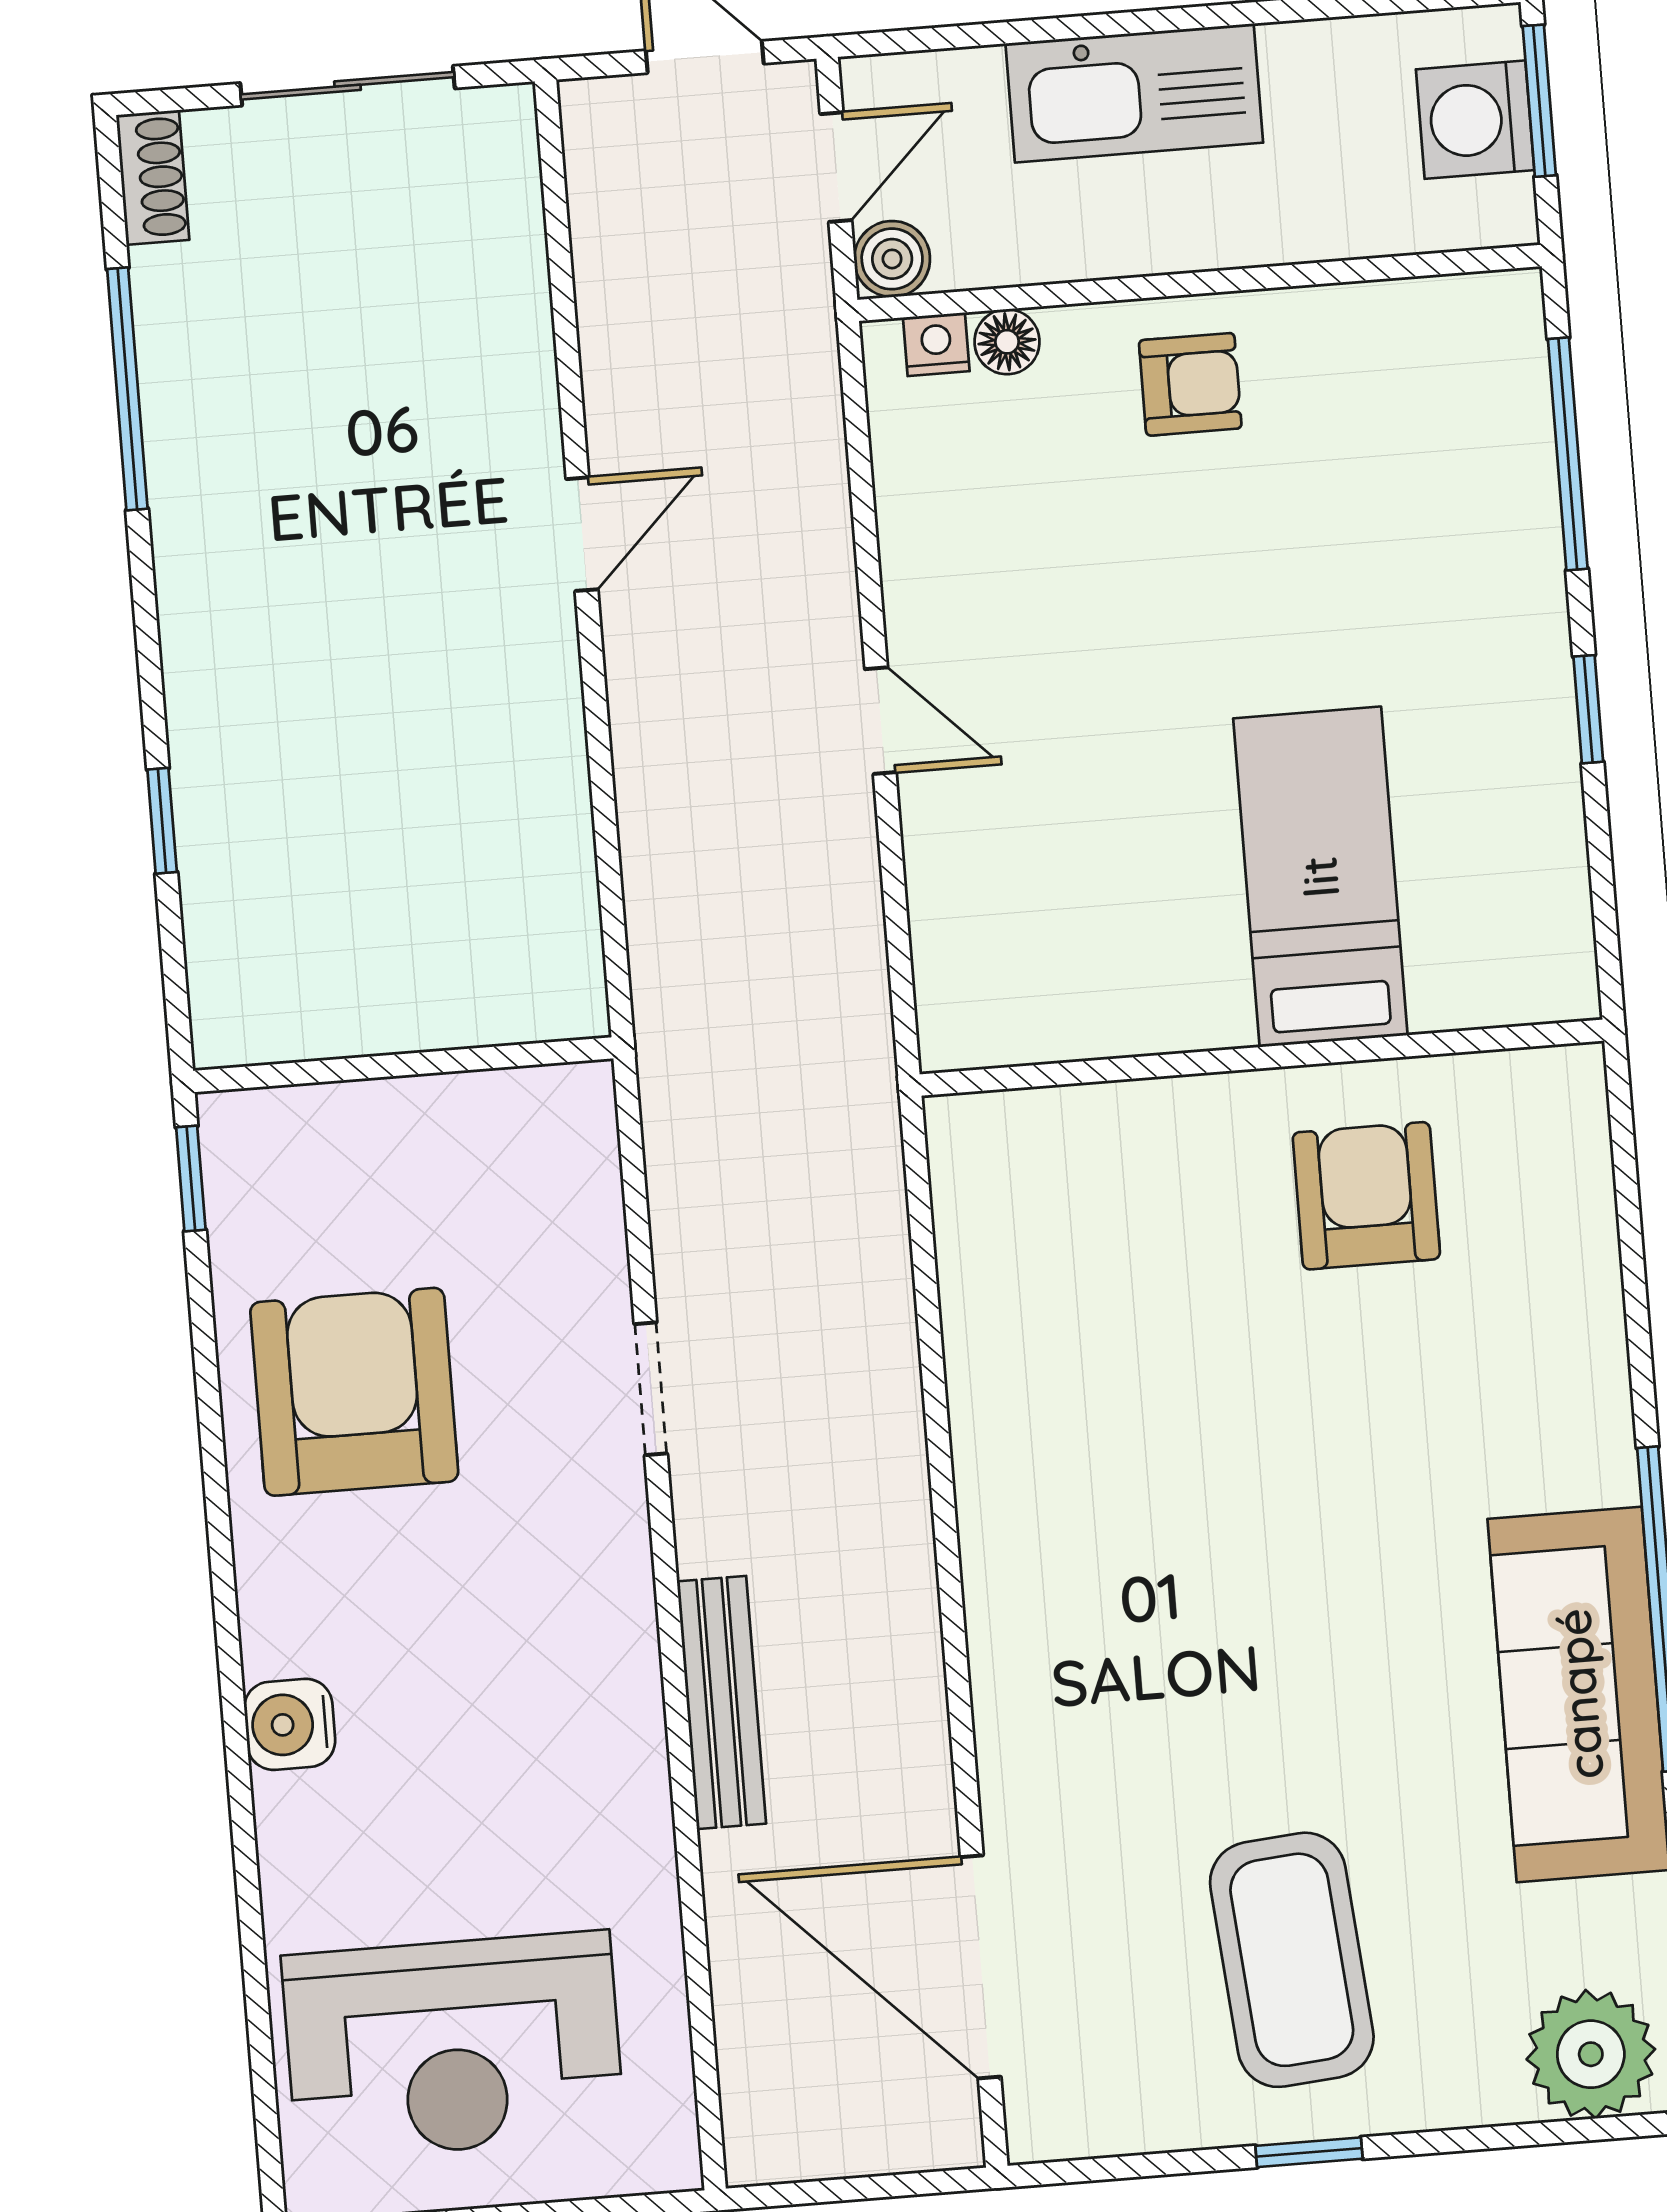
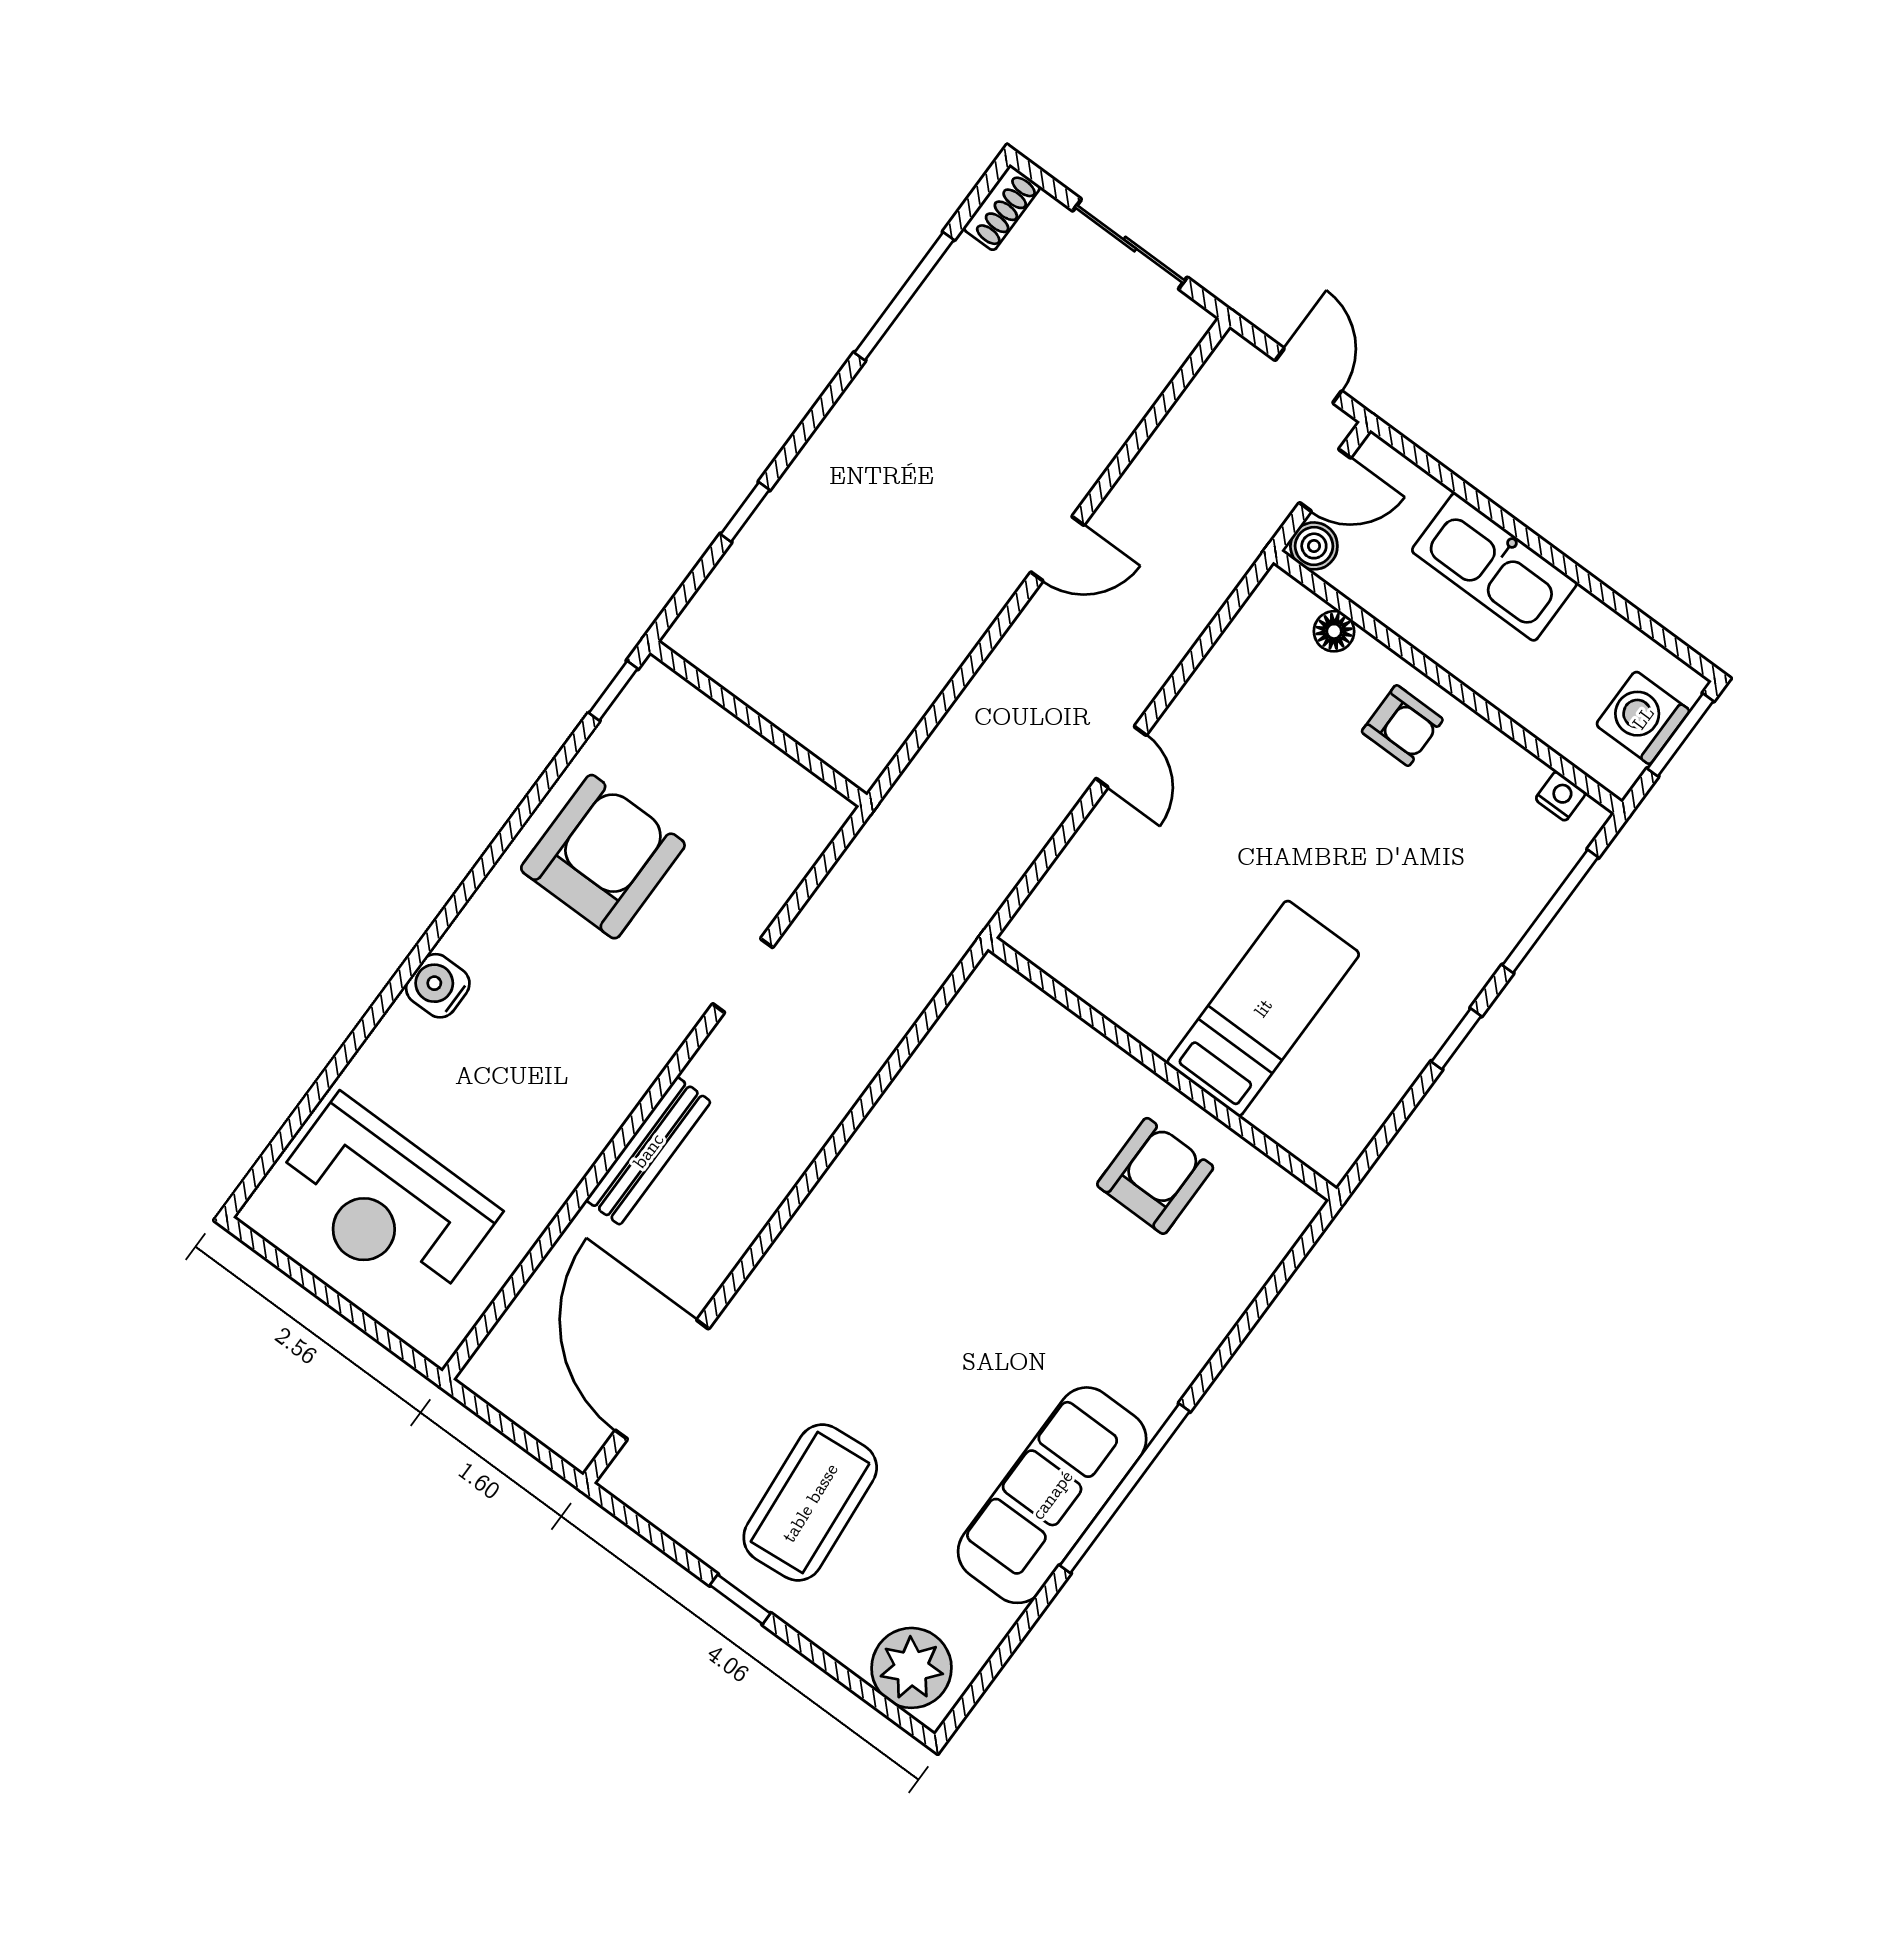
nightstand: (936, 344) -> (1561, 796), moved

